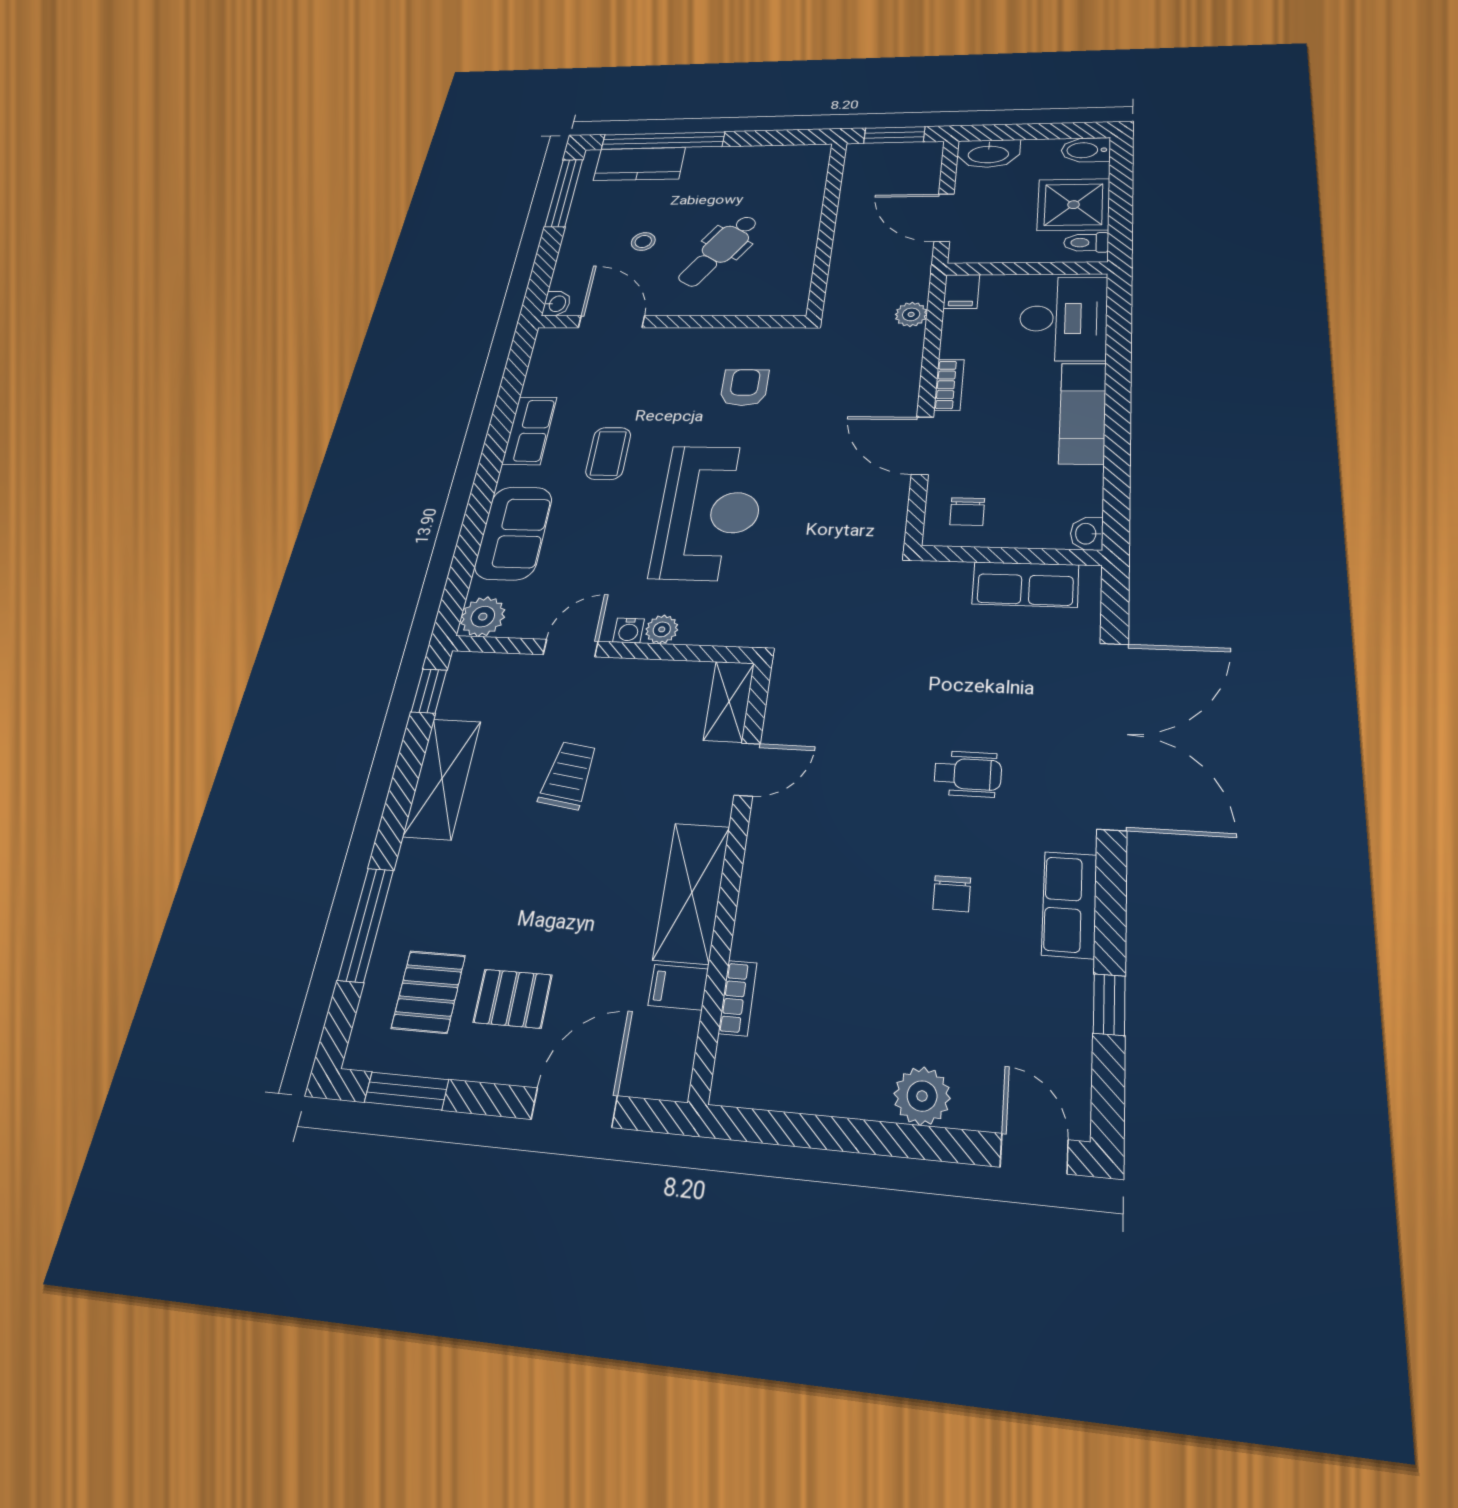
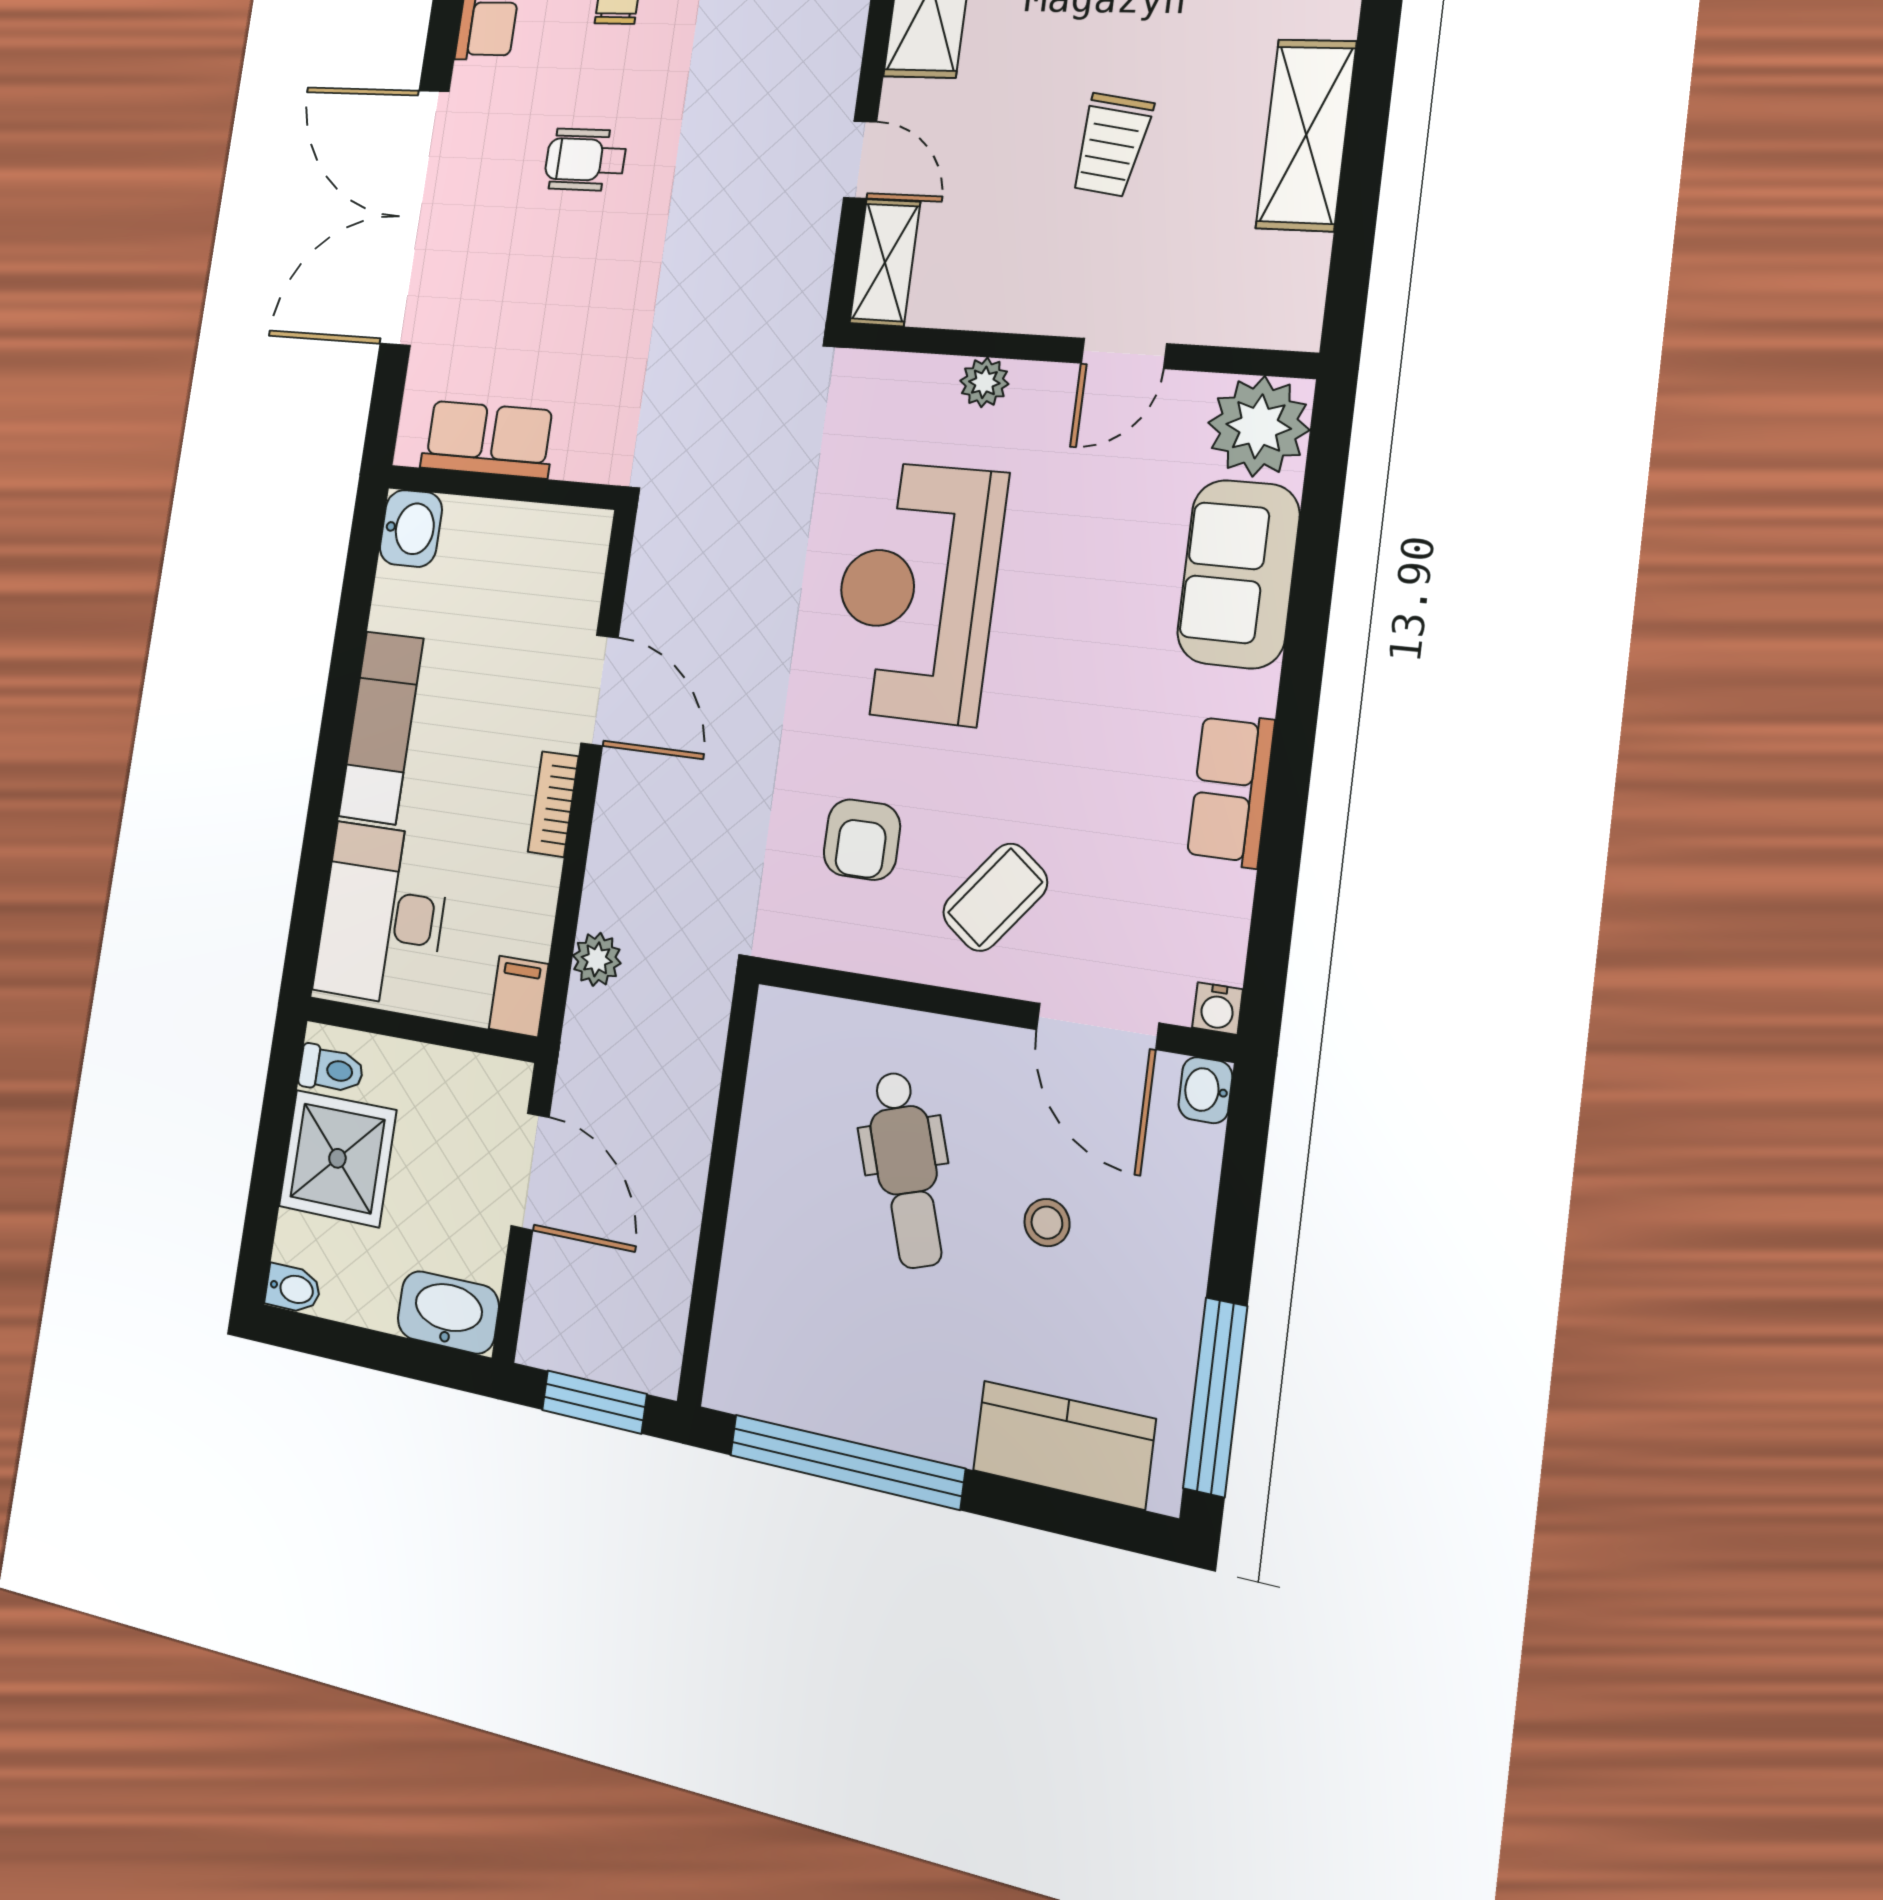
window: (663, 141) -> (846, 1462), moved
bidet: (1086, 150) -> (293, 1289), width x0.72, depth x0.74
dental chair: (719, 251) -> (907, 1170), turned 129
coffee table: (608, 453) -> (995, 897), moved, turned 38
chair: (967, 511) -> (549, 565), removed
washbasin: (1087, 534) -> (411, 528), width x1.38, depth x1.45
plant: (483, 617) -> (1259, 426), width x1.36, depth x1.36
water cooler: (629, 630) -> (1217, 1008), moved, turned 180
window: (429, 691) -> (1348, 281), removed
door: (747, 769) -> (860, 160), swing flipped

